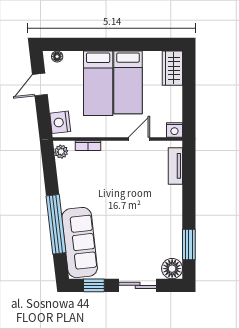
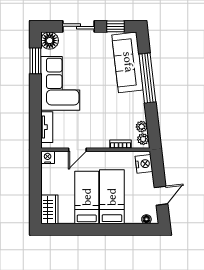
plant: (63, 167) -> (142, 127), added
corner sofa: (159, 218) -> (60, 83), added

